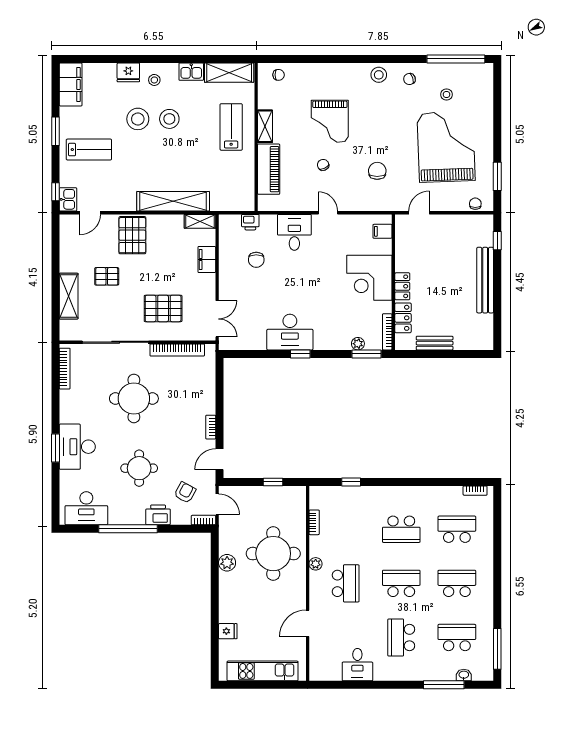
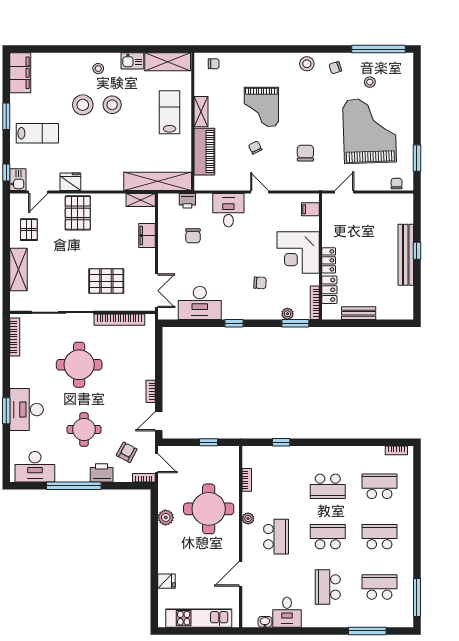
fridge: (128, 72) -> (70, 182), moved, turned 180
shelving: (173, 201) -> (158, 181), moved
window: (497, 241) -> (417, 251), moved
pallet: (107, 276) -> (29, 230), moved, turned 90
chair: (328, 310) -> (260, 283), added
desk: (290, 332) -> (200, 303), moved
washbasin: (464, 675) -> (265, 622), moved

